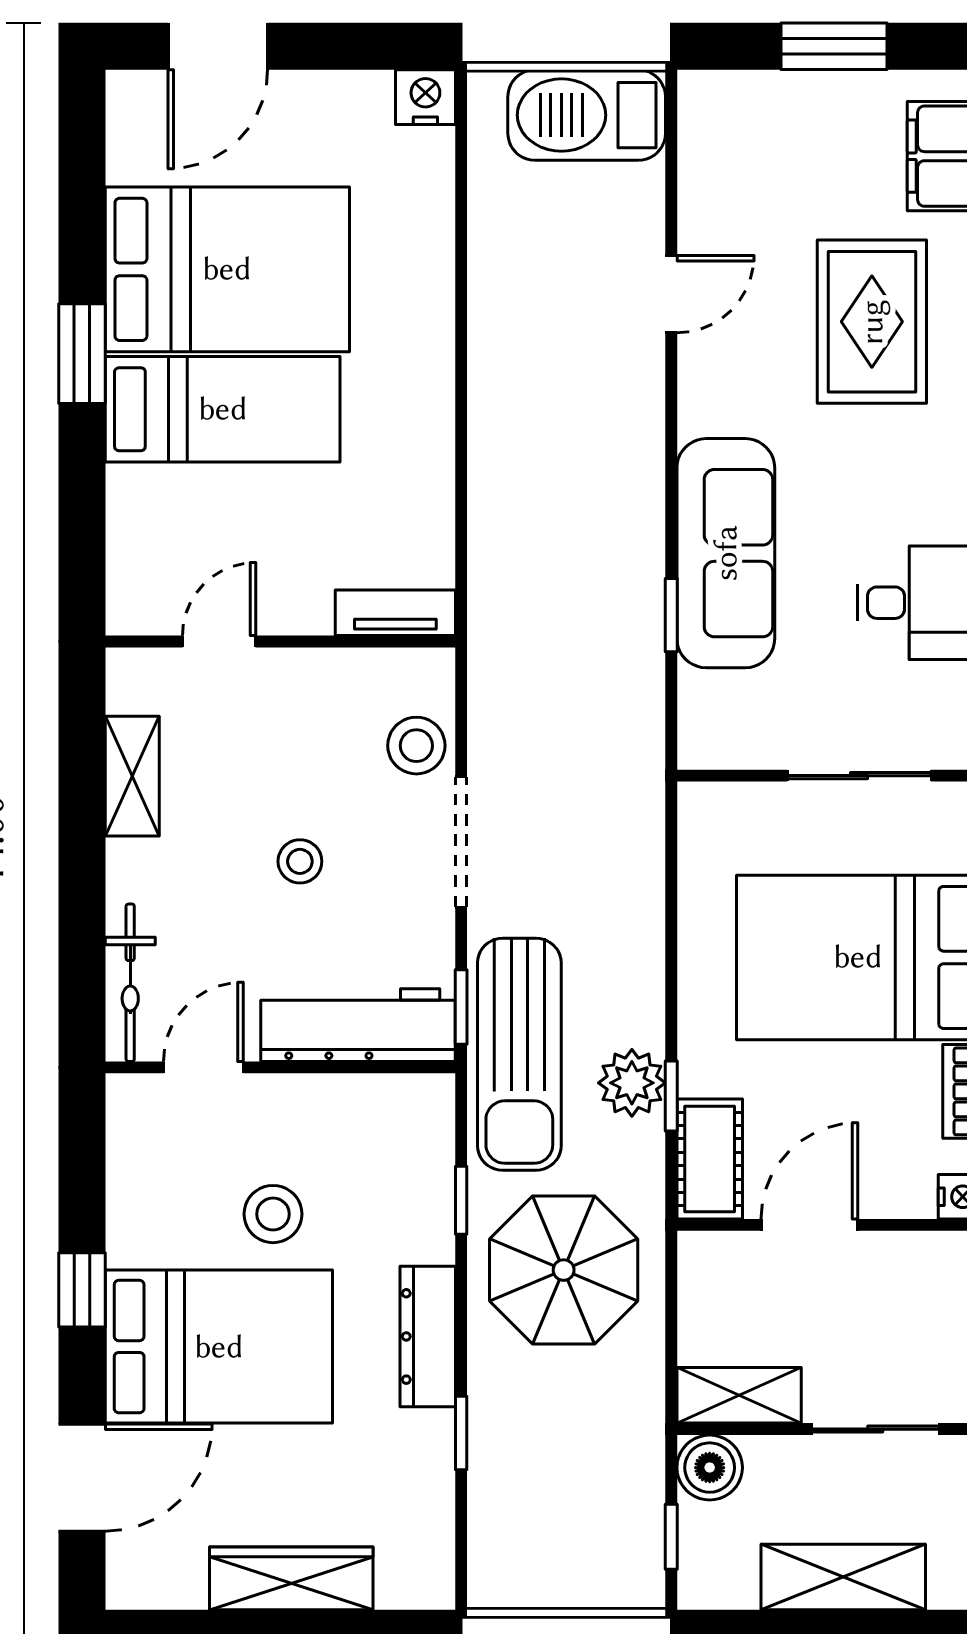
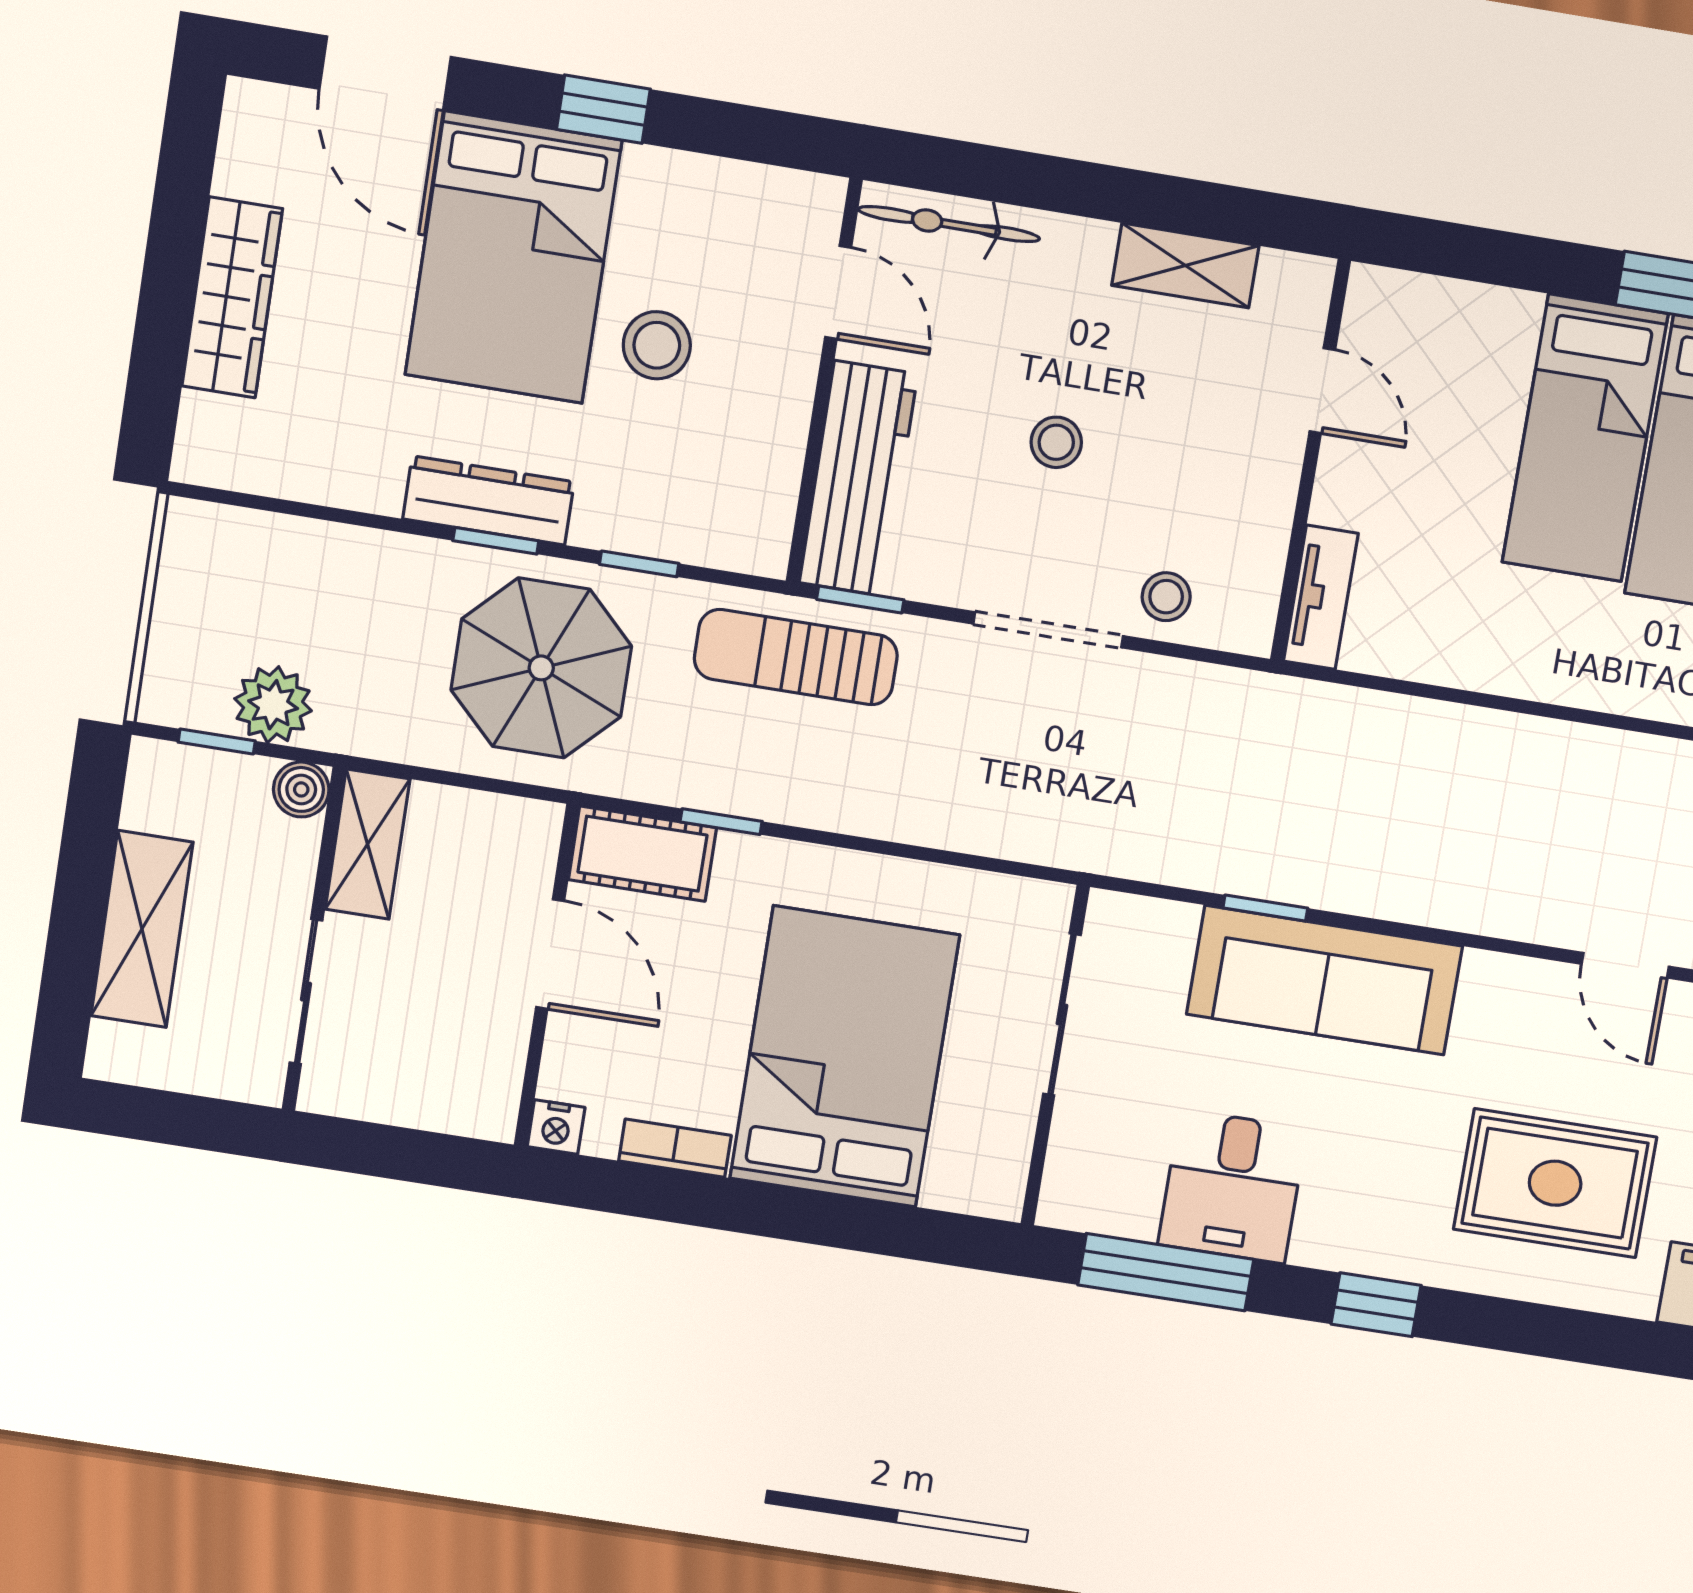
stool: (416, 746) -> (1166, 597), width x0.73, depth x0.73
sliding door: (859, 776) -> (1062, 1014), moved
sun lounger: (519, 1054) -> (796, 657), width x0.73, depth x0.75
plant: (632, 1083) -> (273, 705), moved
window: (461, 1433) -> (496, 541), moved
boiler: (710, 1468) -> (301, 789), width x0.73, depth x0.73

